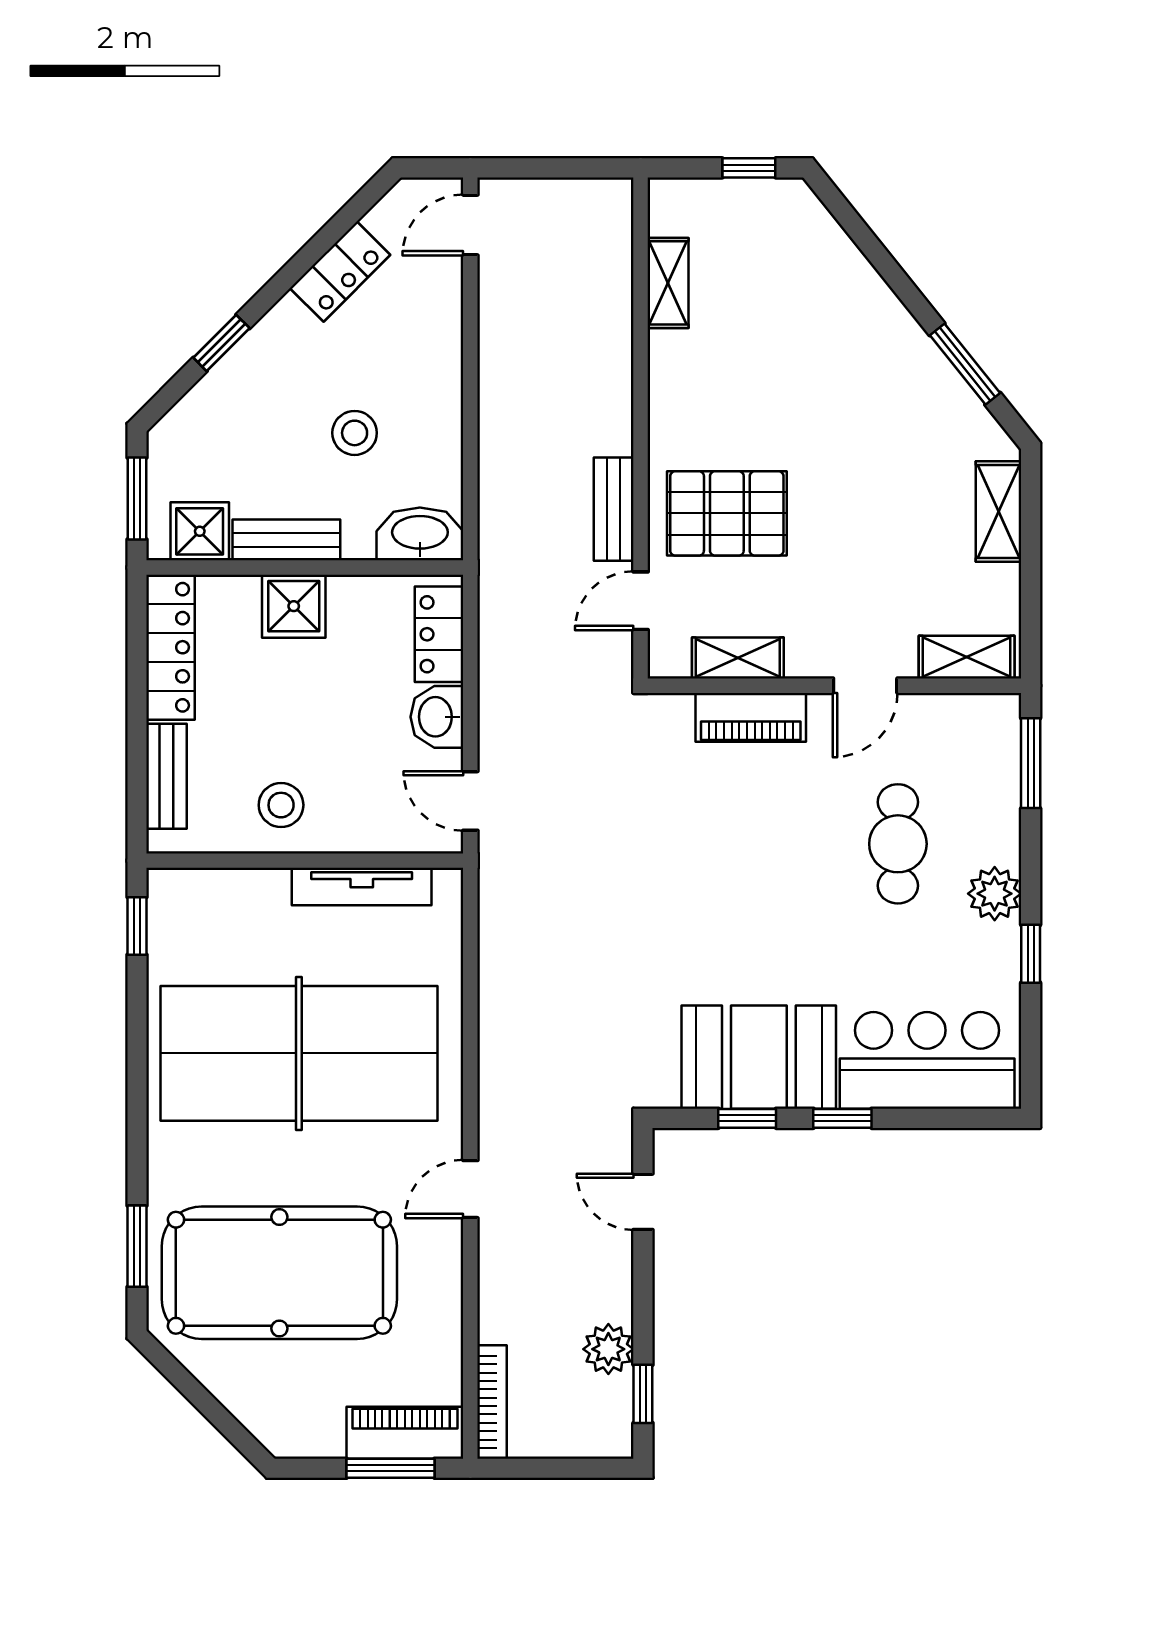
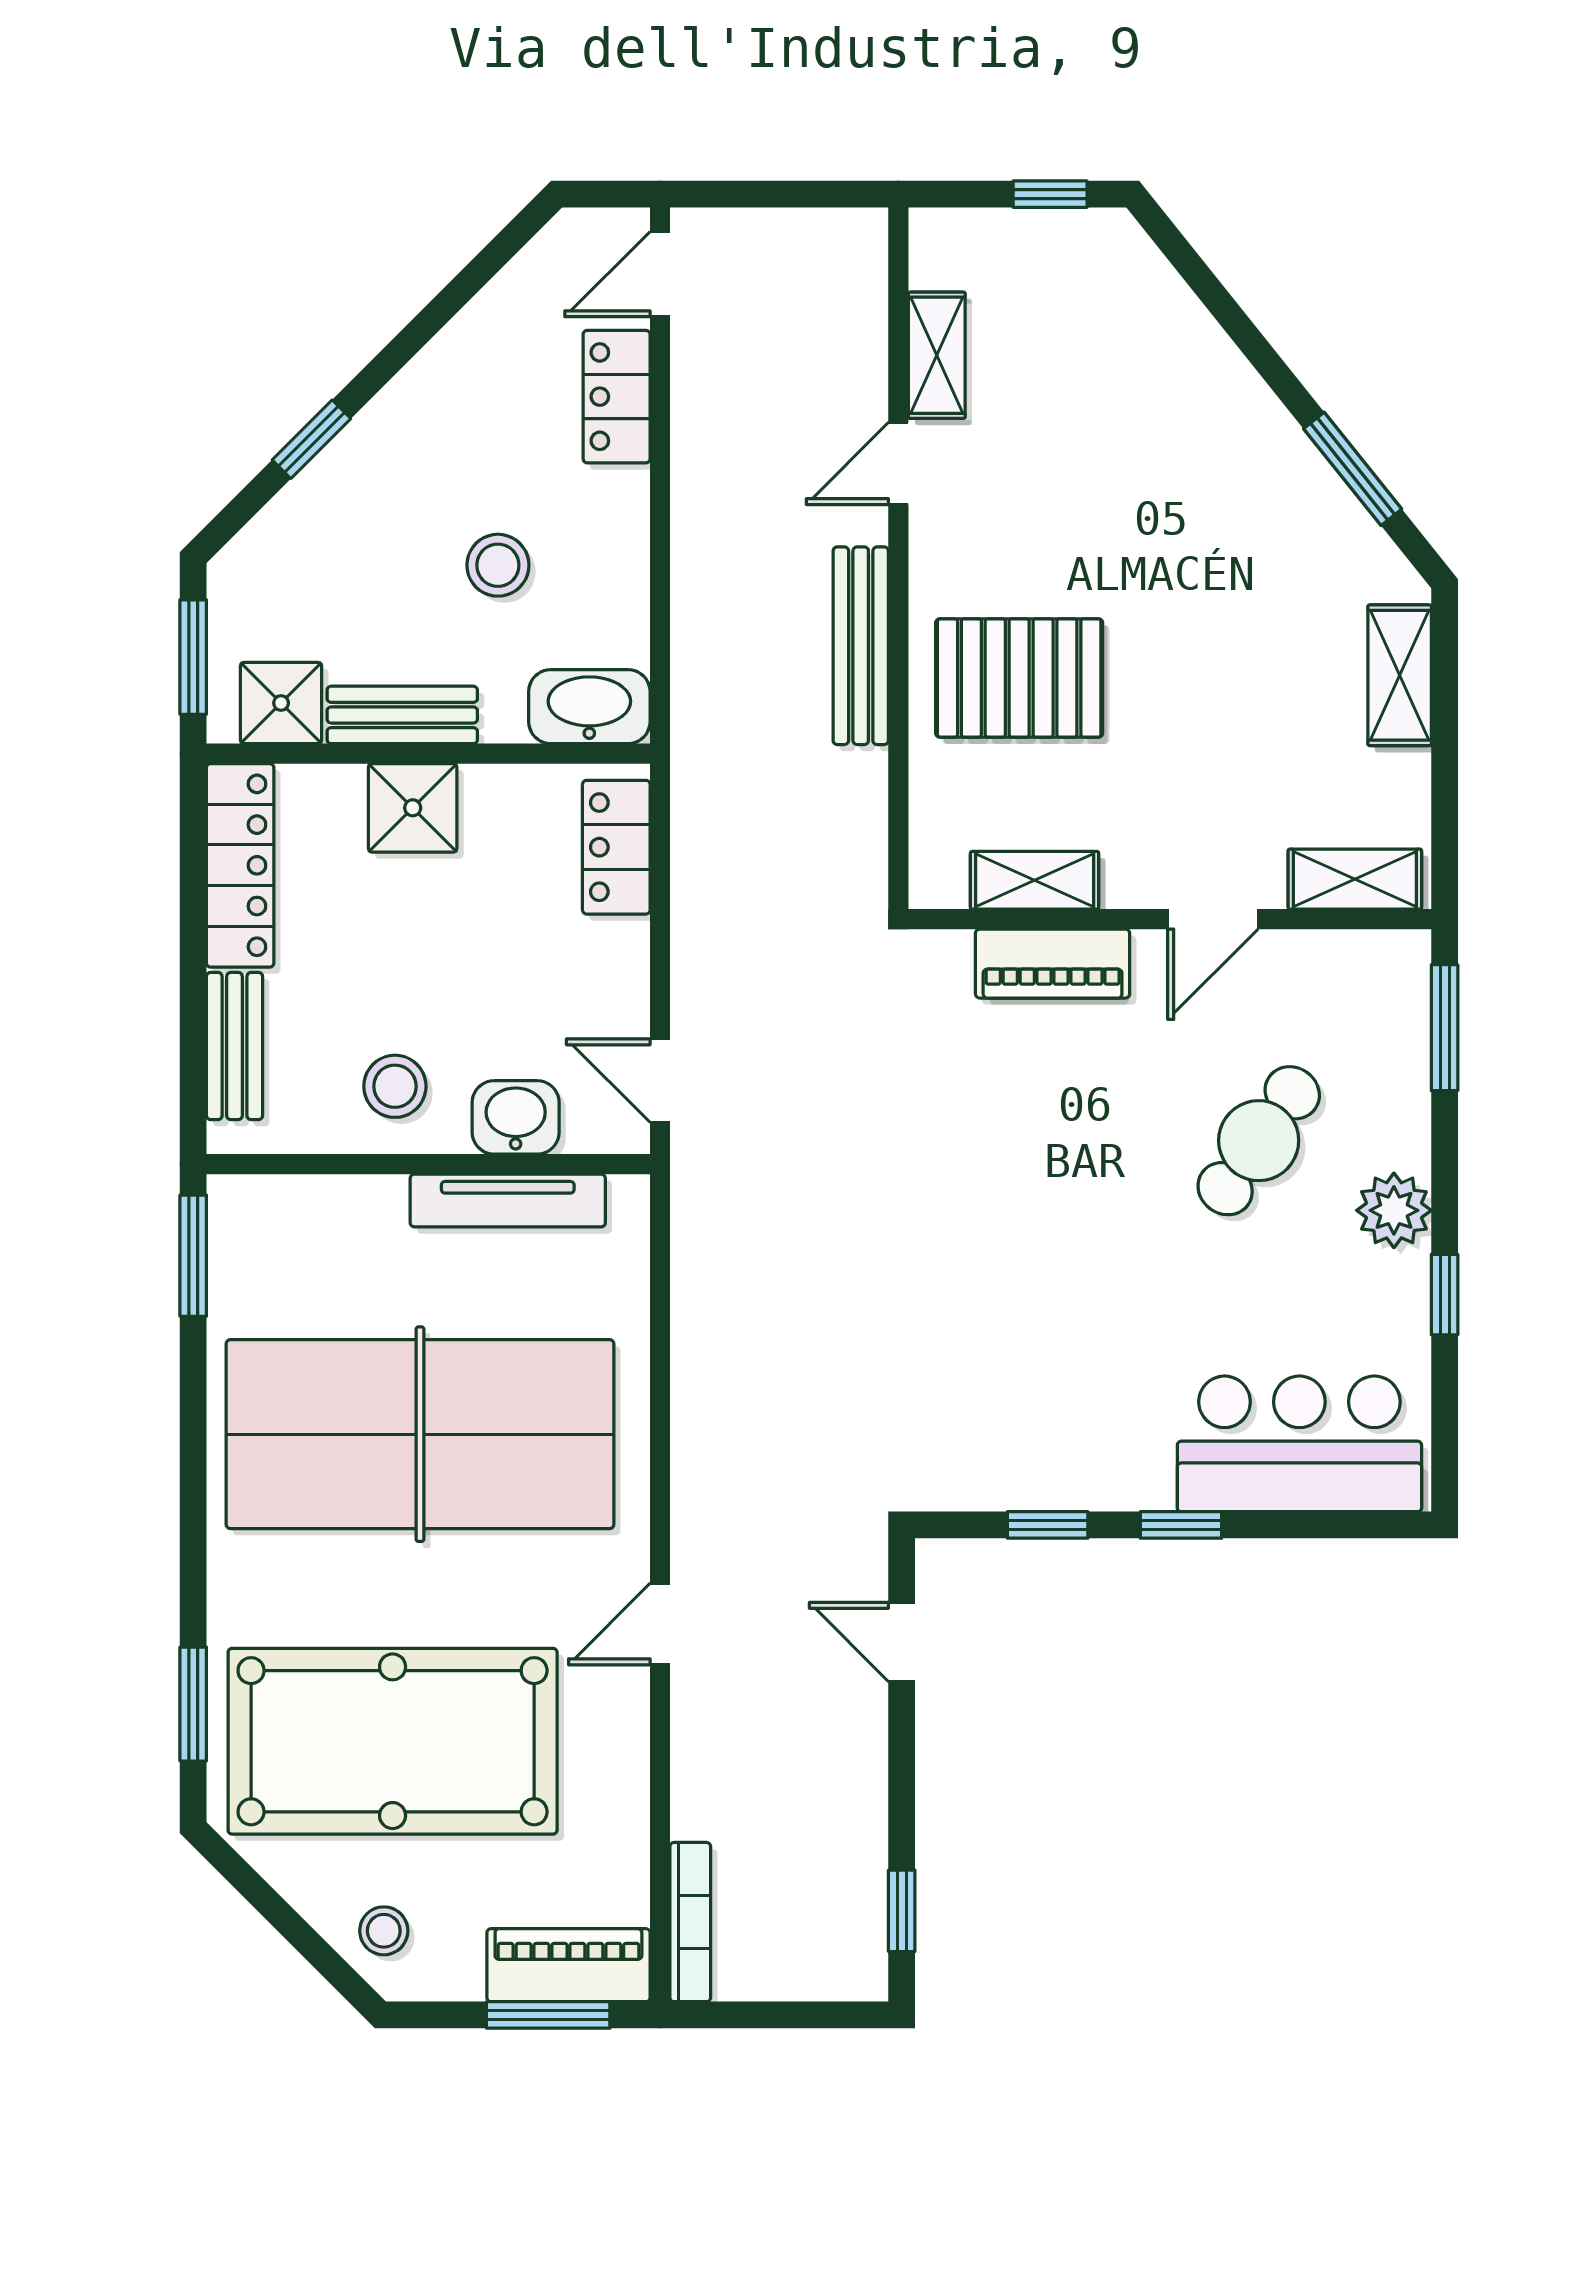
locker: (340, 272) -> (617, 397), moved, turned 135
bench: (614, 509) -> (861, 646), width x1.36
door: (641, 601) -> (898, 464), moved
washbasin: (437, 717) -> (516, 1117), moved, turned 90
cafe table: (898, 844) -> (1259, 1141), turned 35
window: (137, 926) -> (193, 1256), width x1.50
booth: (759, 1057) -> (1064, 1439), removed
plant: (608, 1349) -> (853, 1848), removed
stool: (273, 1408) -> (384, 1931), added

